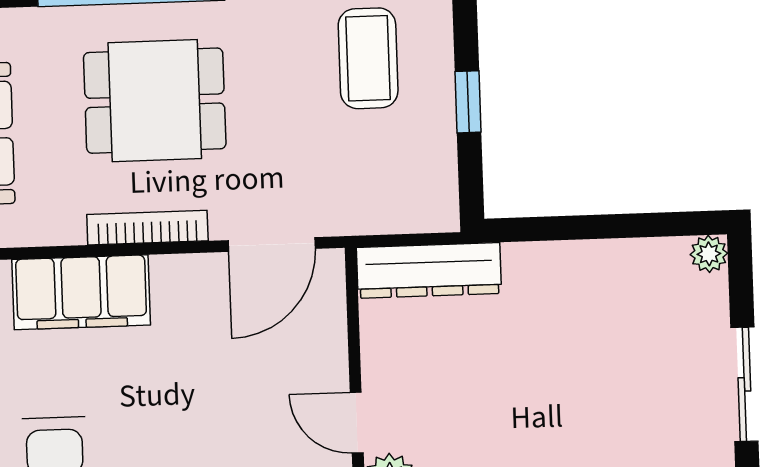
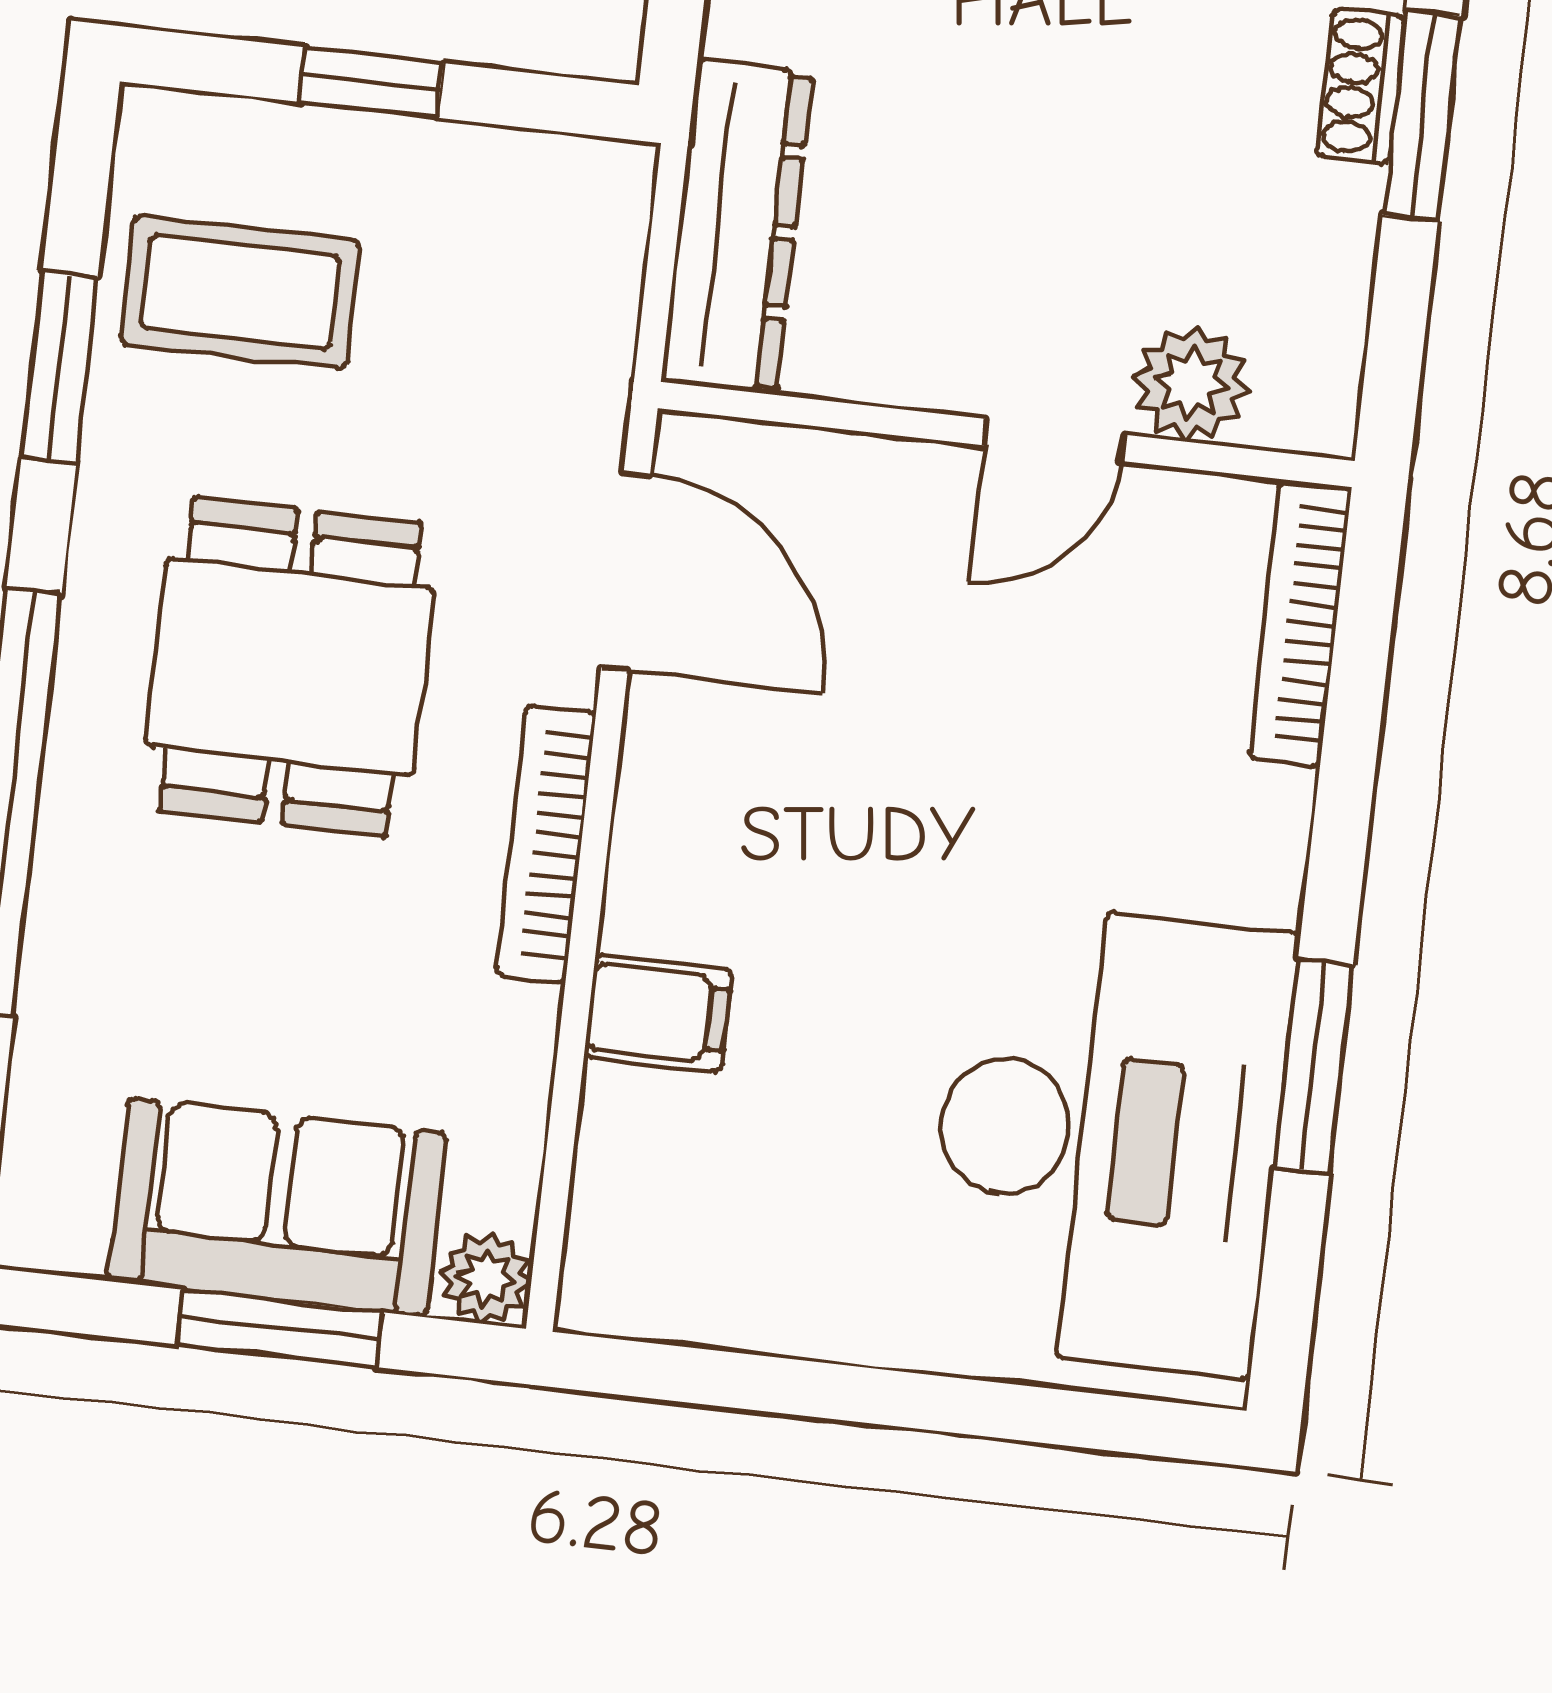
dining table: (155, 101) -> (290, 667), moved
filing cabinet: (81, 292) -> (658, 1013), width x0.33, depth x0.86

